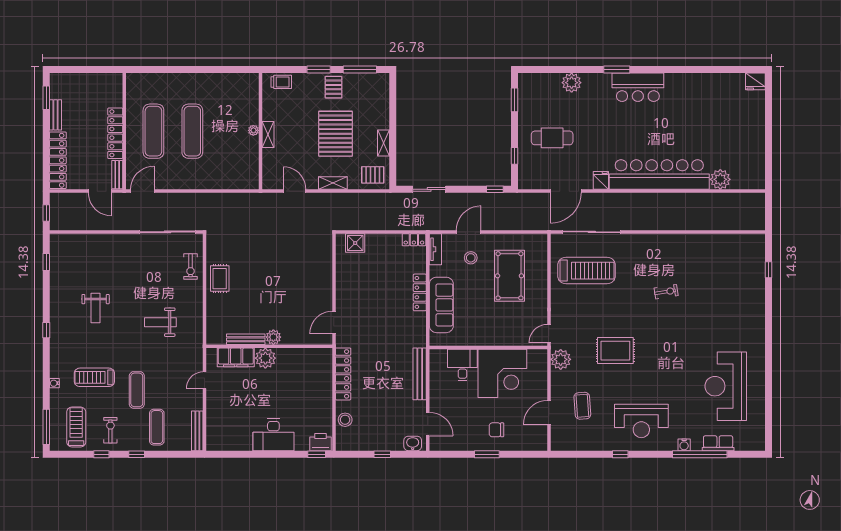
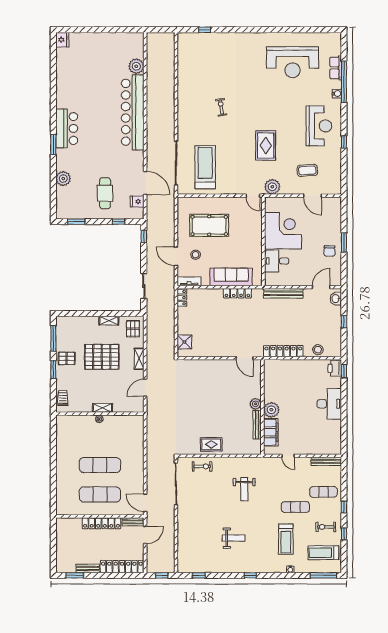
fridge: (601, 180) -> (137, 202), moved
locker: (420, 292) -> (237, 293), moved
chair: (496, 430) -> (329, 251), moved

